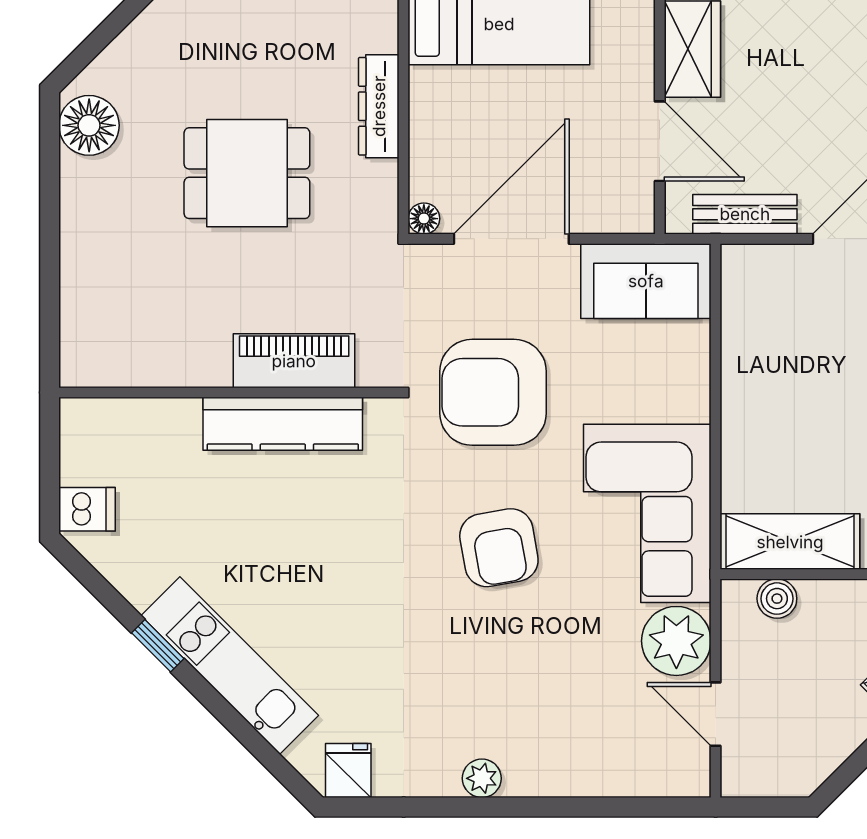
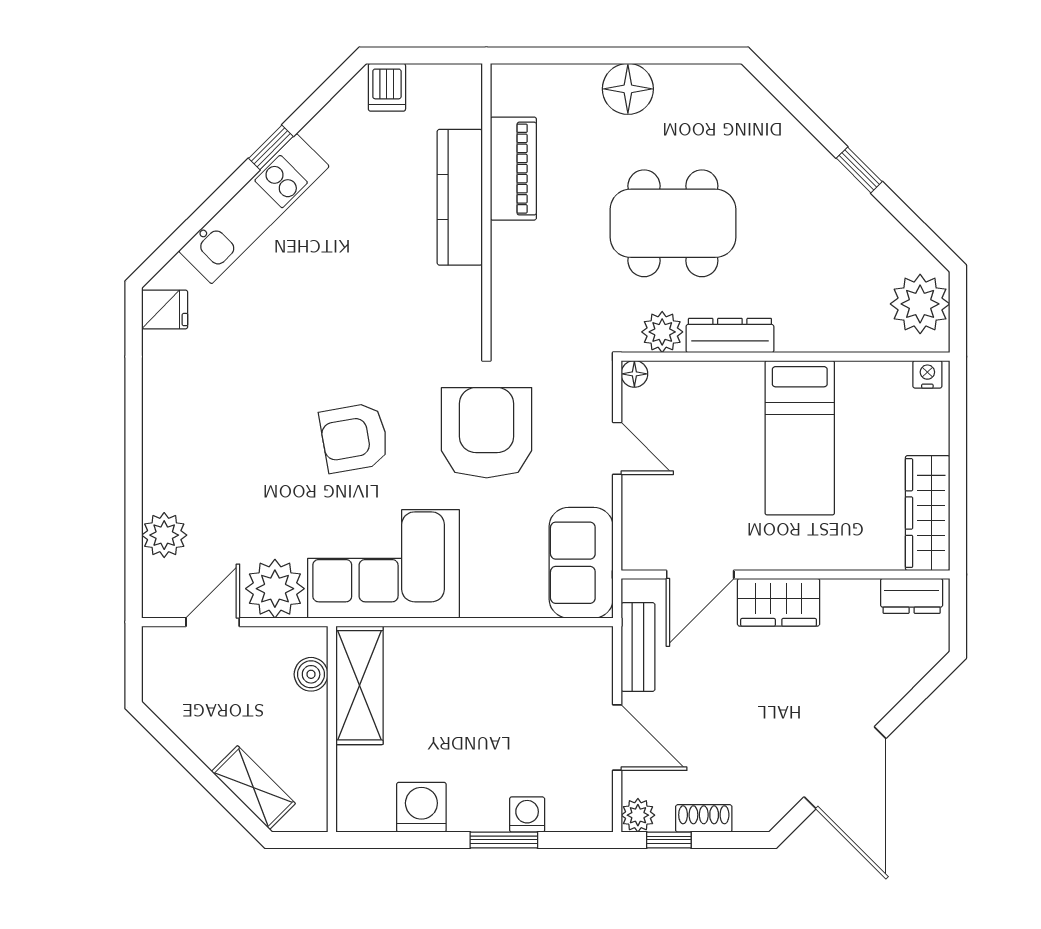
floor lamp: (89, 125) -> (628, 89), moved
dining table: (247, 173) -> (673, 223), width x1.38
plant: (375, 186) -> (662, 332), added
door: (511, 239) -> (617, 448), width x0.53
piano: (294, 361) -> (513, 169), moved
kitchen counter: (283, 424) -> (460, 197), moved
plant: (482, 778) -> (164, 535), moved, width x1.38, depth x1.38

